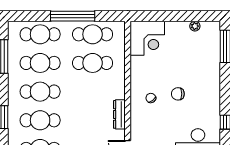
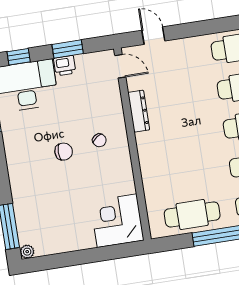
plant: (195, 26) -> (27, 252), moved
cafe table: (93, 63) -> (186, 176), removed

